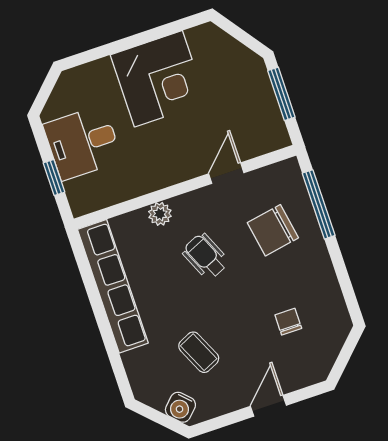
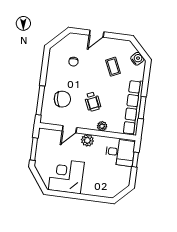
corner desk: (158, 79) -> (66, 176), moved
desk: (83, 143) -> (120, 152), moved
plant: (176, 168) -> (87, 140), added
window: (94, 295) -> (142, 108), added
water cooler: (180, 407) -> (137, 59), moved

